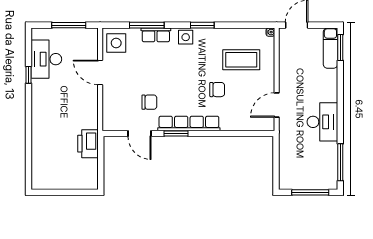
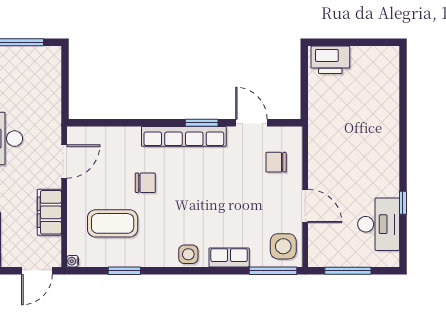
window: (147, 25) -> (273, 271), moved
window: (202, 25) -> (124, 271), moved
filing cabinet: (287, 68) -> (49, 212), added
chair: (217, 90) -> (145, 183), turned 180
chair: (149, 102) -> (276, 162), moved
printer: (88, 144) -> (330, 60), moved, turned 90

